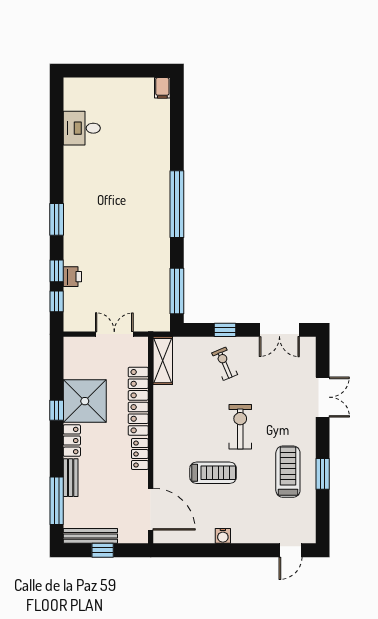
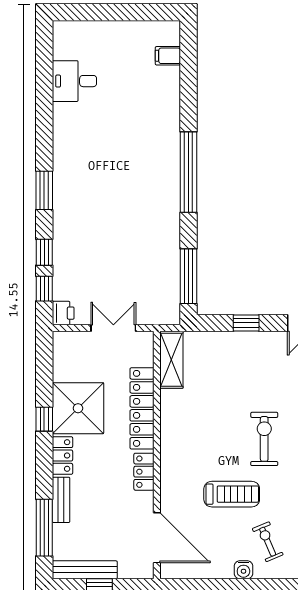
filing cabinet: (162, 88) -> (168, 56), moved, turned 90
printer: (72, 277) -> (63, 313), moved
exercise bike: (225, 364) -> (268, 542), moved

